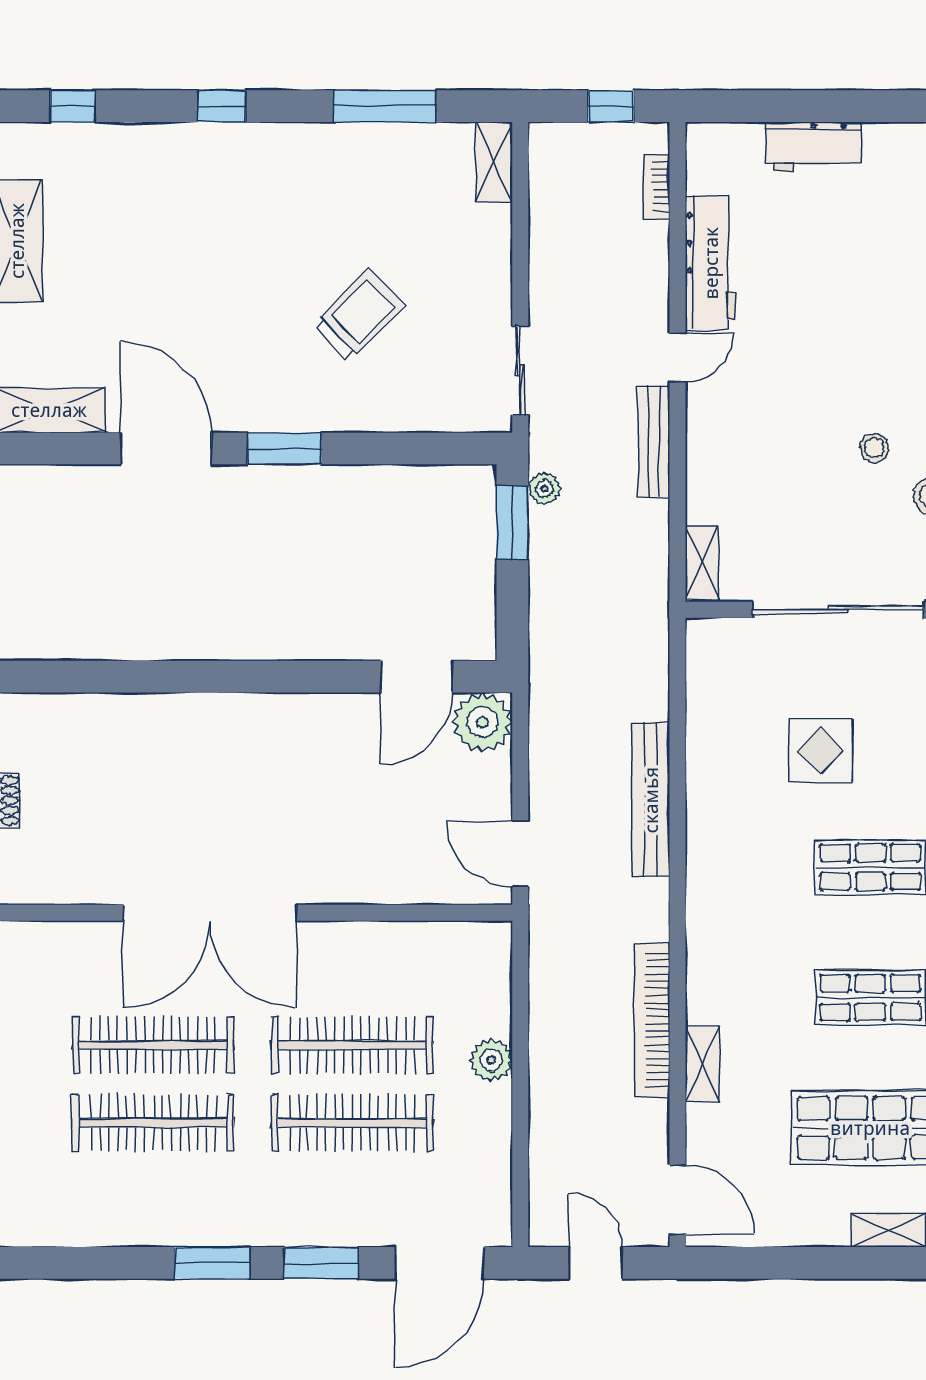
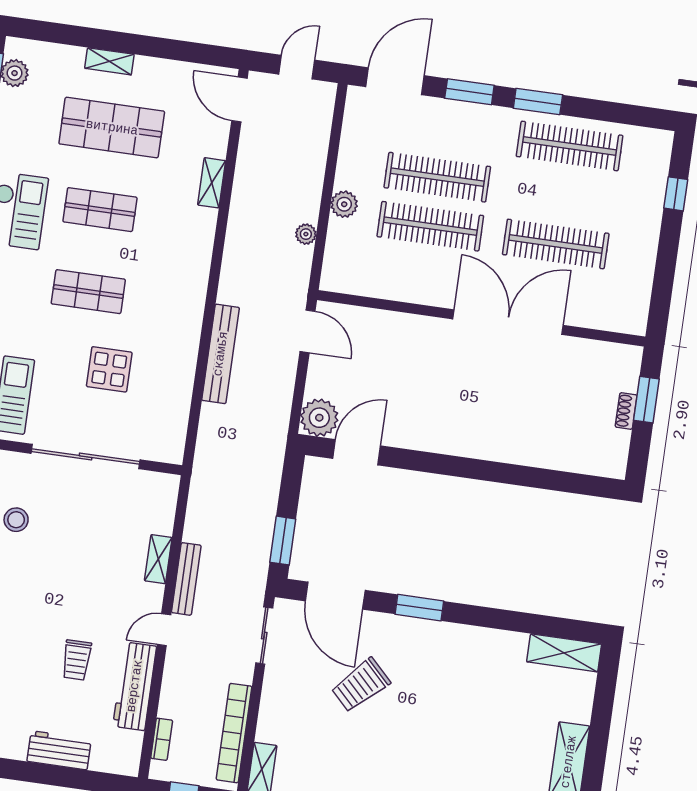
trolley: (807, 291) -> (77, 660), added
door: (166, 448) -> (335, 596), moved
stool: (874, 448) -> (48, 555), removed
plant: (544, 489) -> (306, 234), moved
shelving: (702, 563) -> (158, 559), moved
bookcase: (652, 1020) -> (234, 733), moved, turned 180
clothes rail: (153, 1123) -> (570, 146), moved
door: (595, 1263) -> (297, 67), swing flipped

